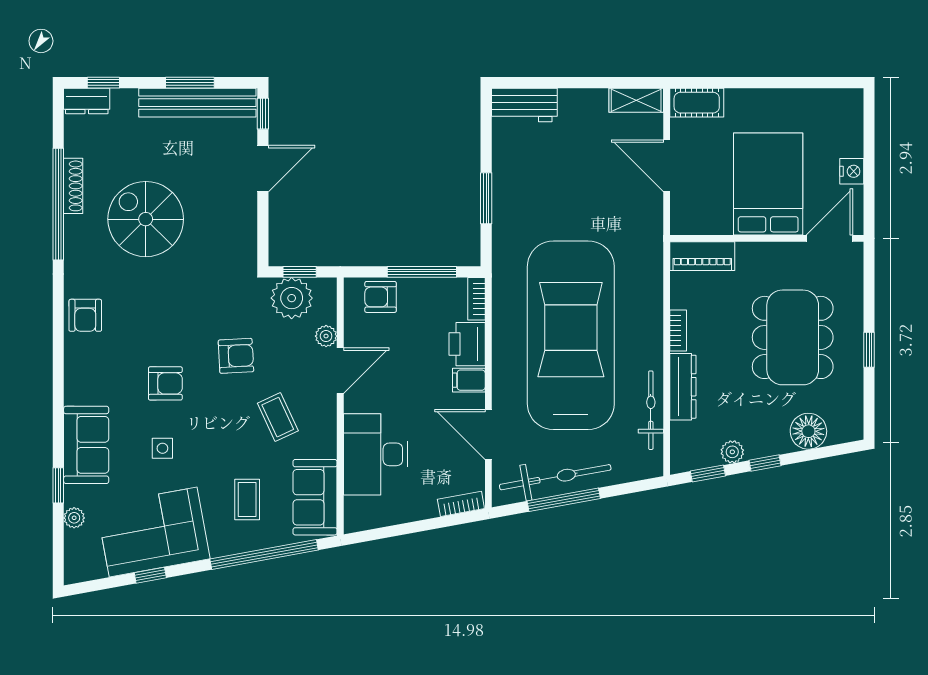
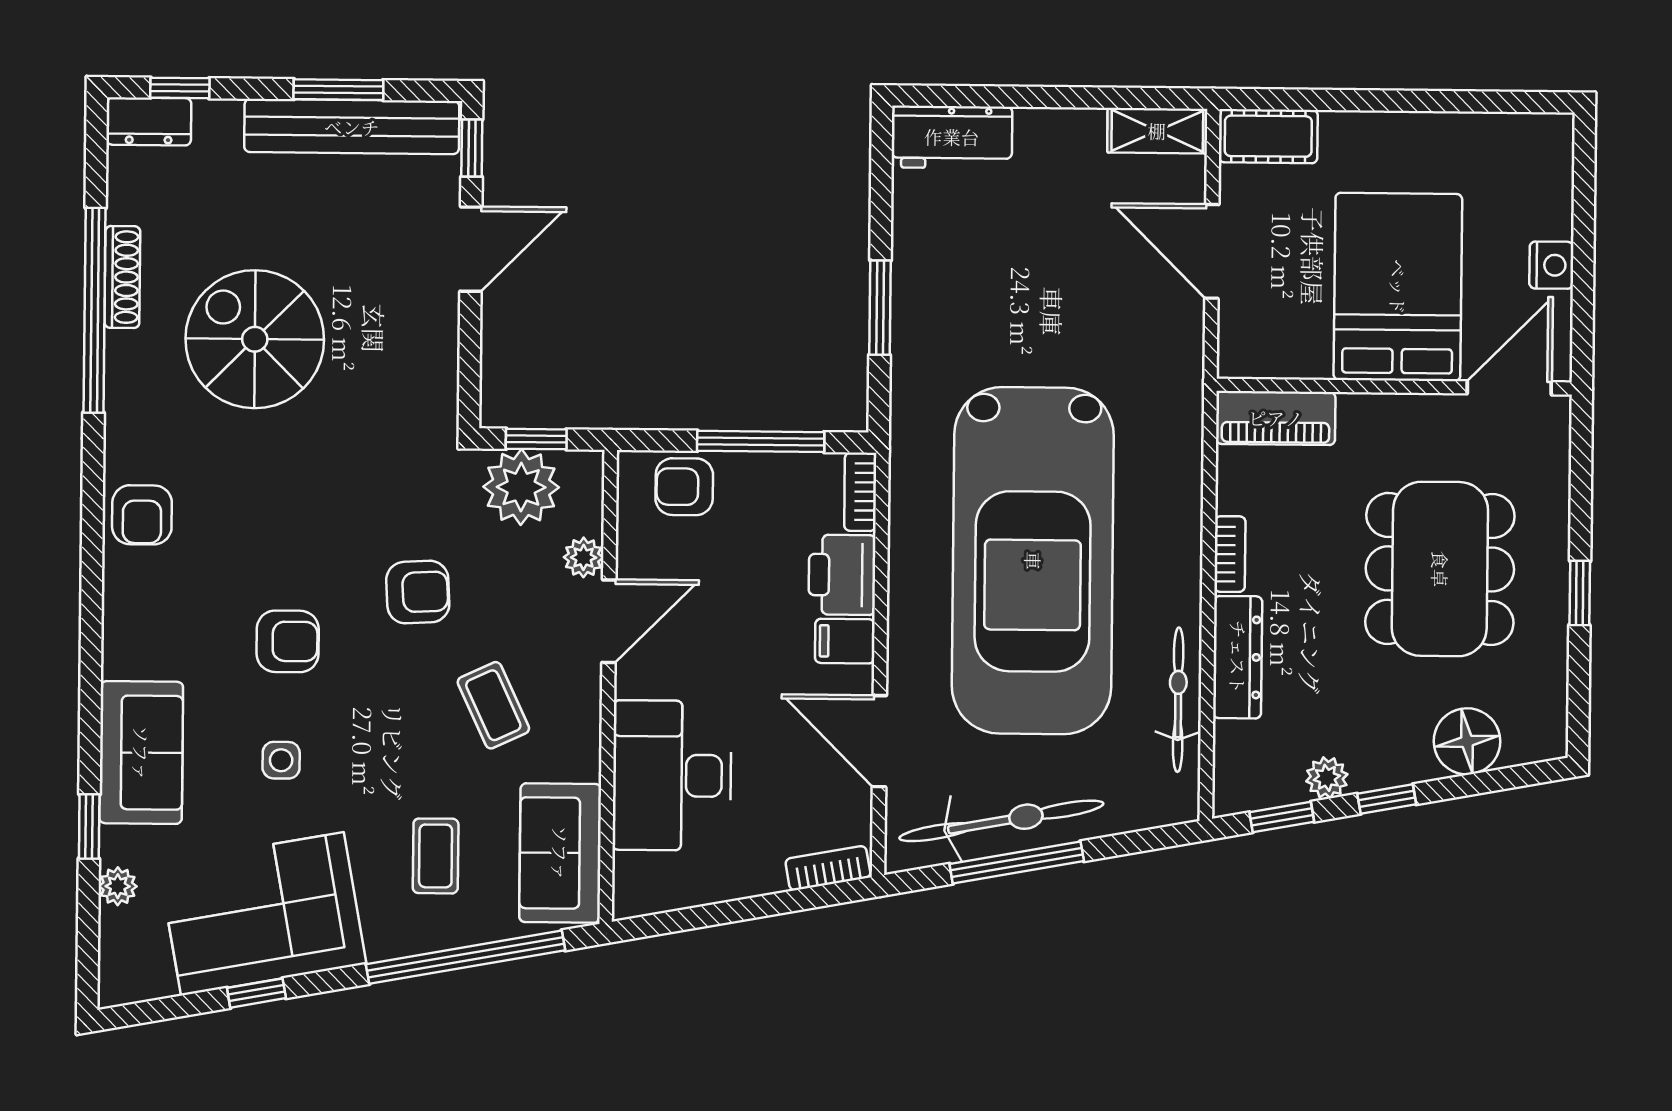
car: (571, 335) -> (1033, 561), turned 180

